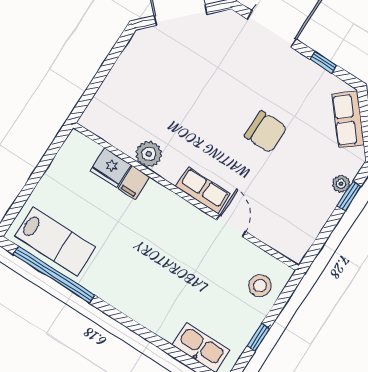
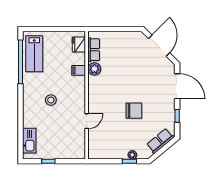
chair: (266, 132) -> (134, 111), turned -90
fridge: (111, 168) -> (79, 45), moved
row of seats: (203, 190) -> (94, 50), moved
stool: (260, 286) -> (51, 100), moved

